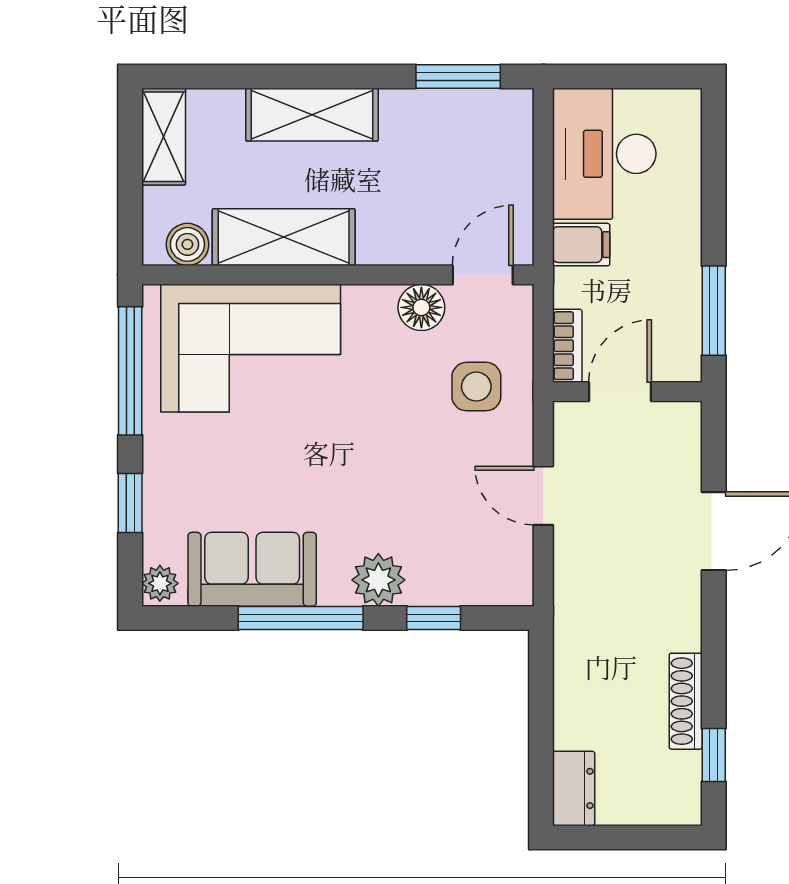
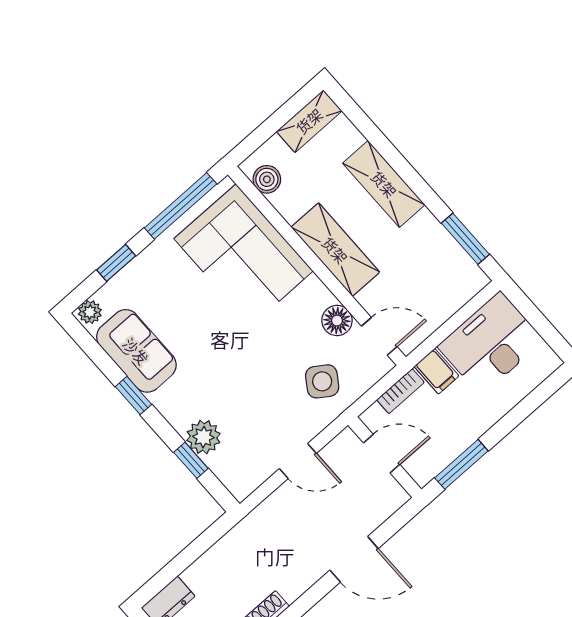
shelving: (284, 237) -> (335, 250), moved
bookcase: (567, 346) -> (400, 391), moved
side table: (476, 387) -> (322, 381), turned 34
door: (543, 496) -> (298, 461), swing flipped
plant: (378, 580) -> (203, 437), moved
window: (301, 618) -> (134, 395), width x0.46

